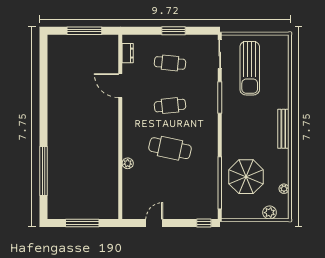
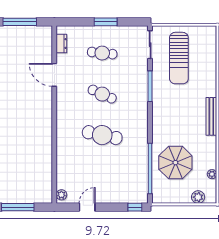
cafe table: (170, 106) -> (102, 94), turned 30
plant: (128, 163) -> (61, 195), moved

